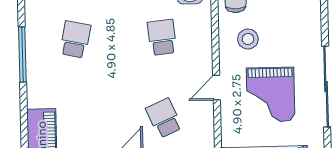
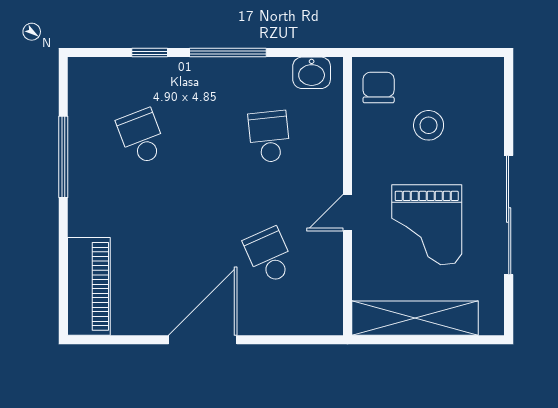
school desk: (75, 39) -> (142, 137), turned -33
stool: (248, 39) -> (429, 125), moved

